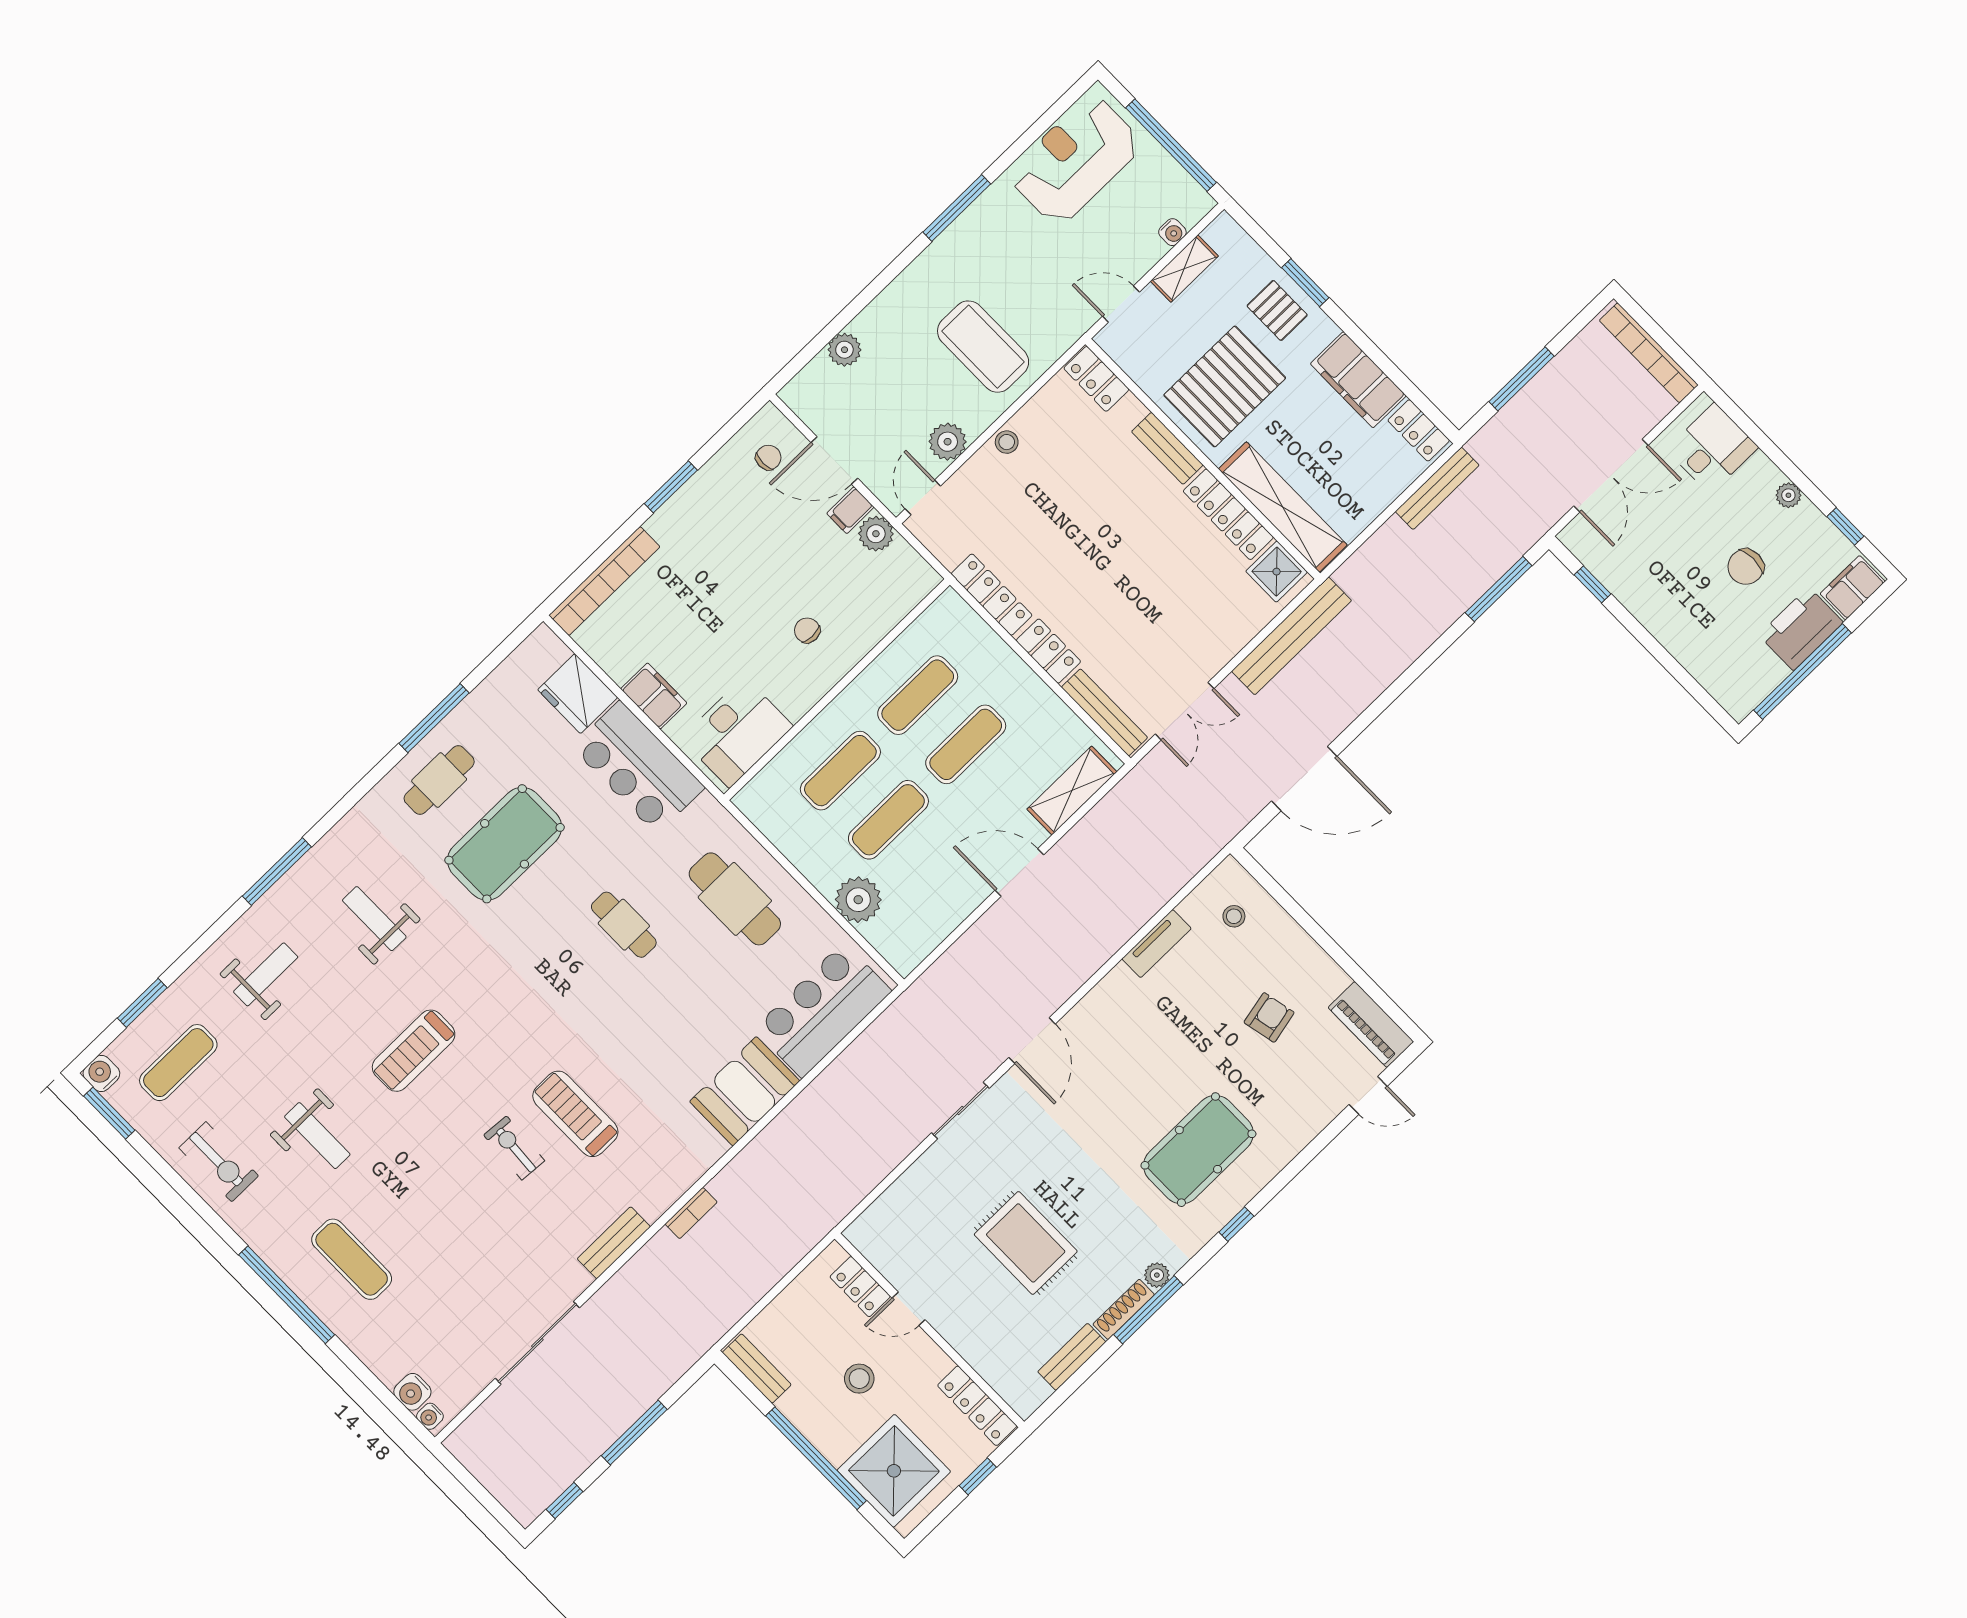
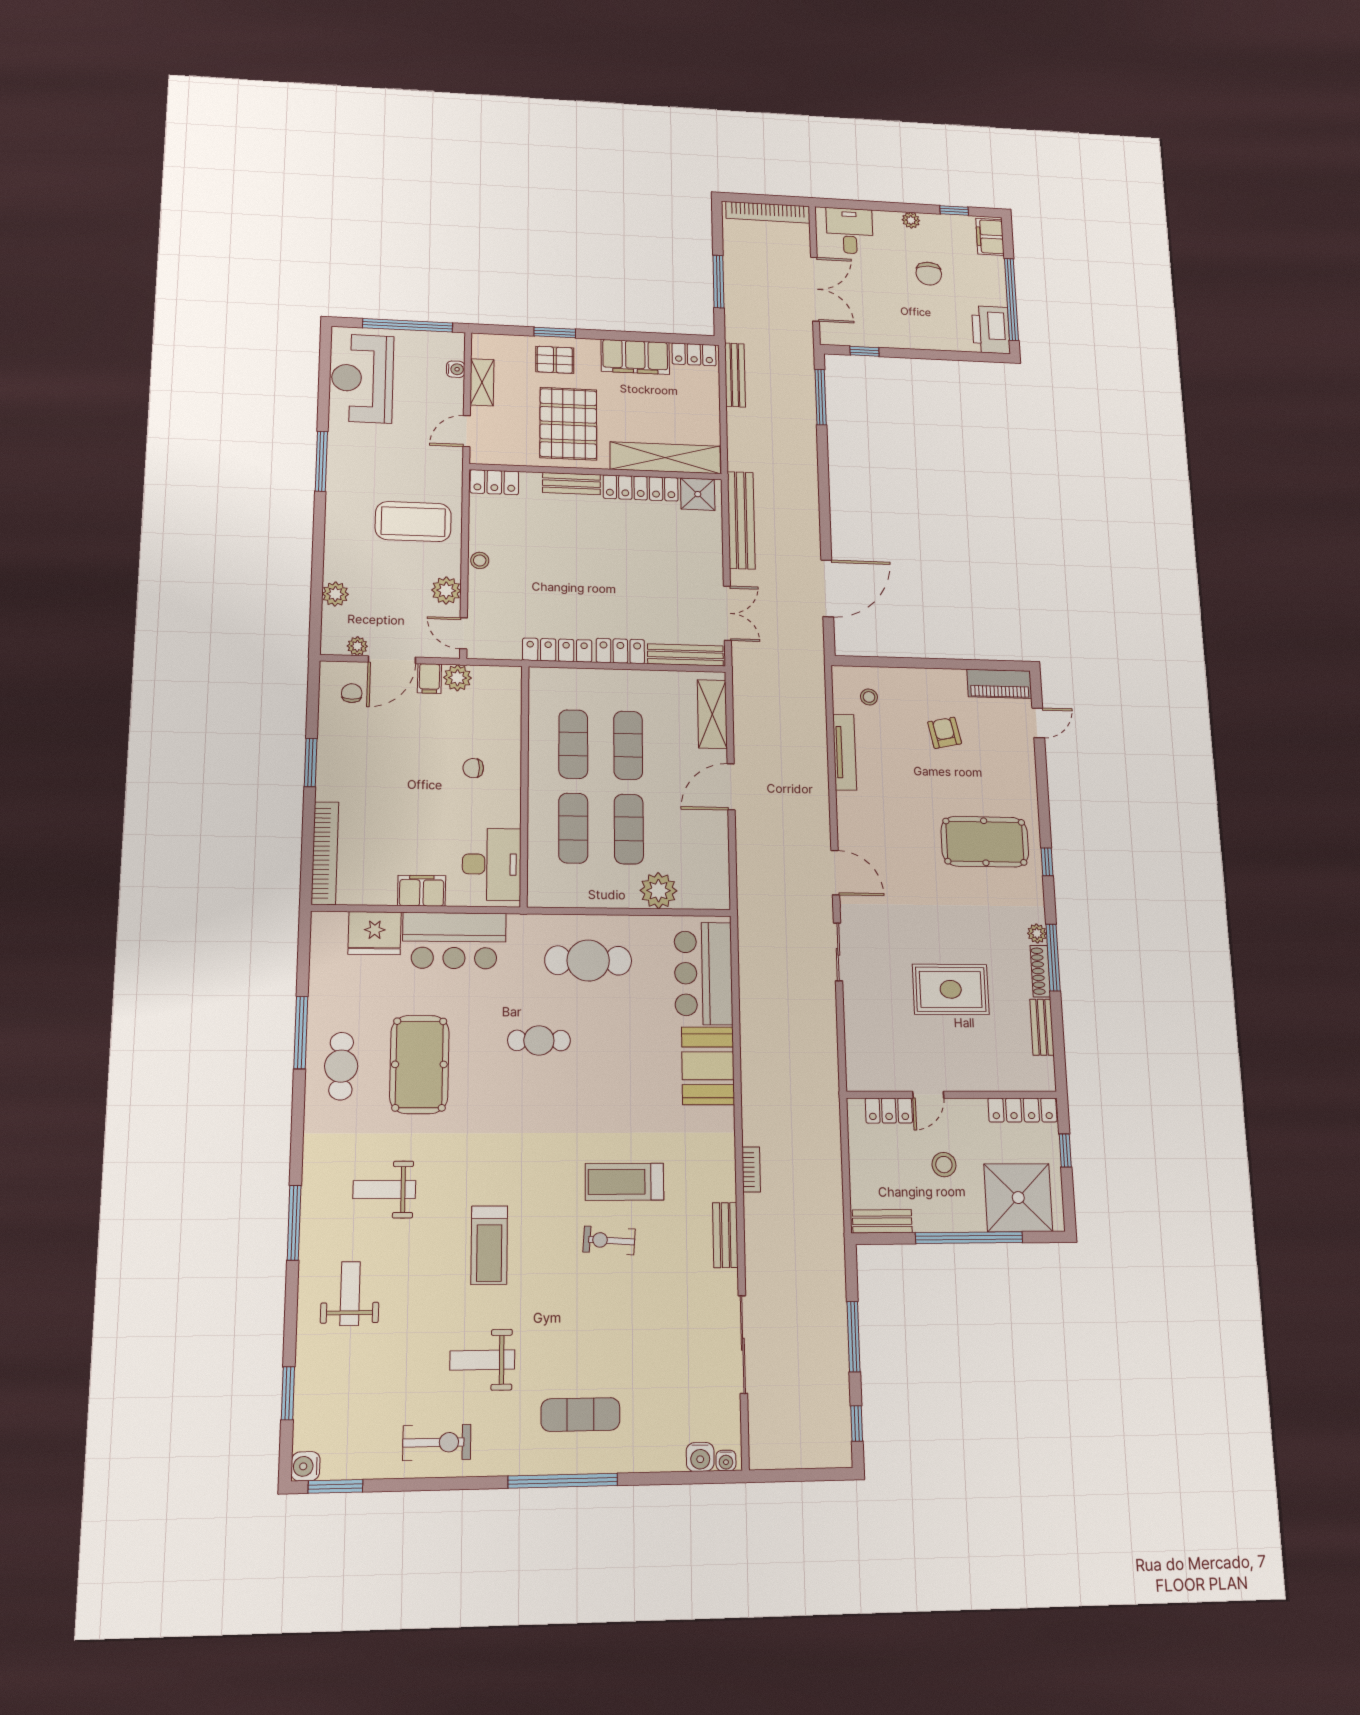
plant: (816, 418) -> (357, 646), added
printer: (1801, 629) -> (991, 330), moved
tv unit: (1157, 944) -> (845, 752), width x1.41
exercise mat: (178, 1063) -> (349, 1407), removed
weight bench: (317, 1136) -> (482, 1360), turned 180
pool table: (1198, 1150) -> (985, 842), turned 90

